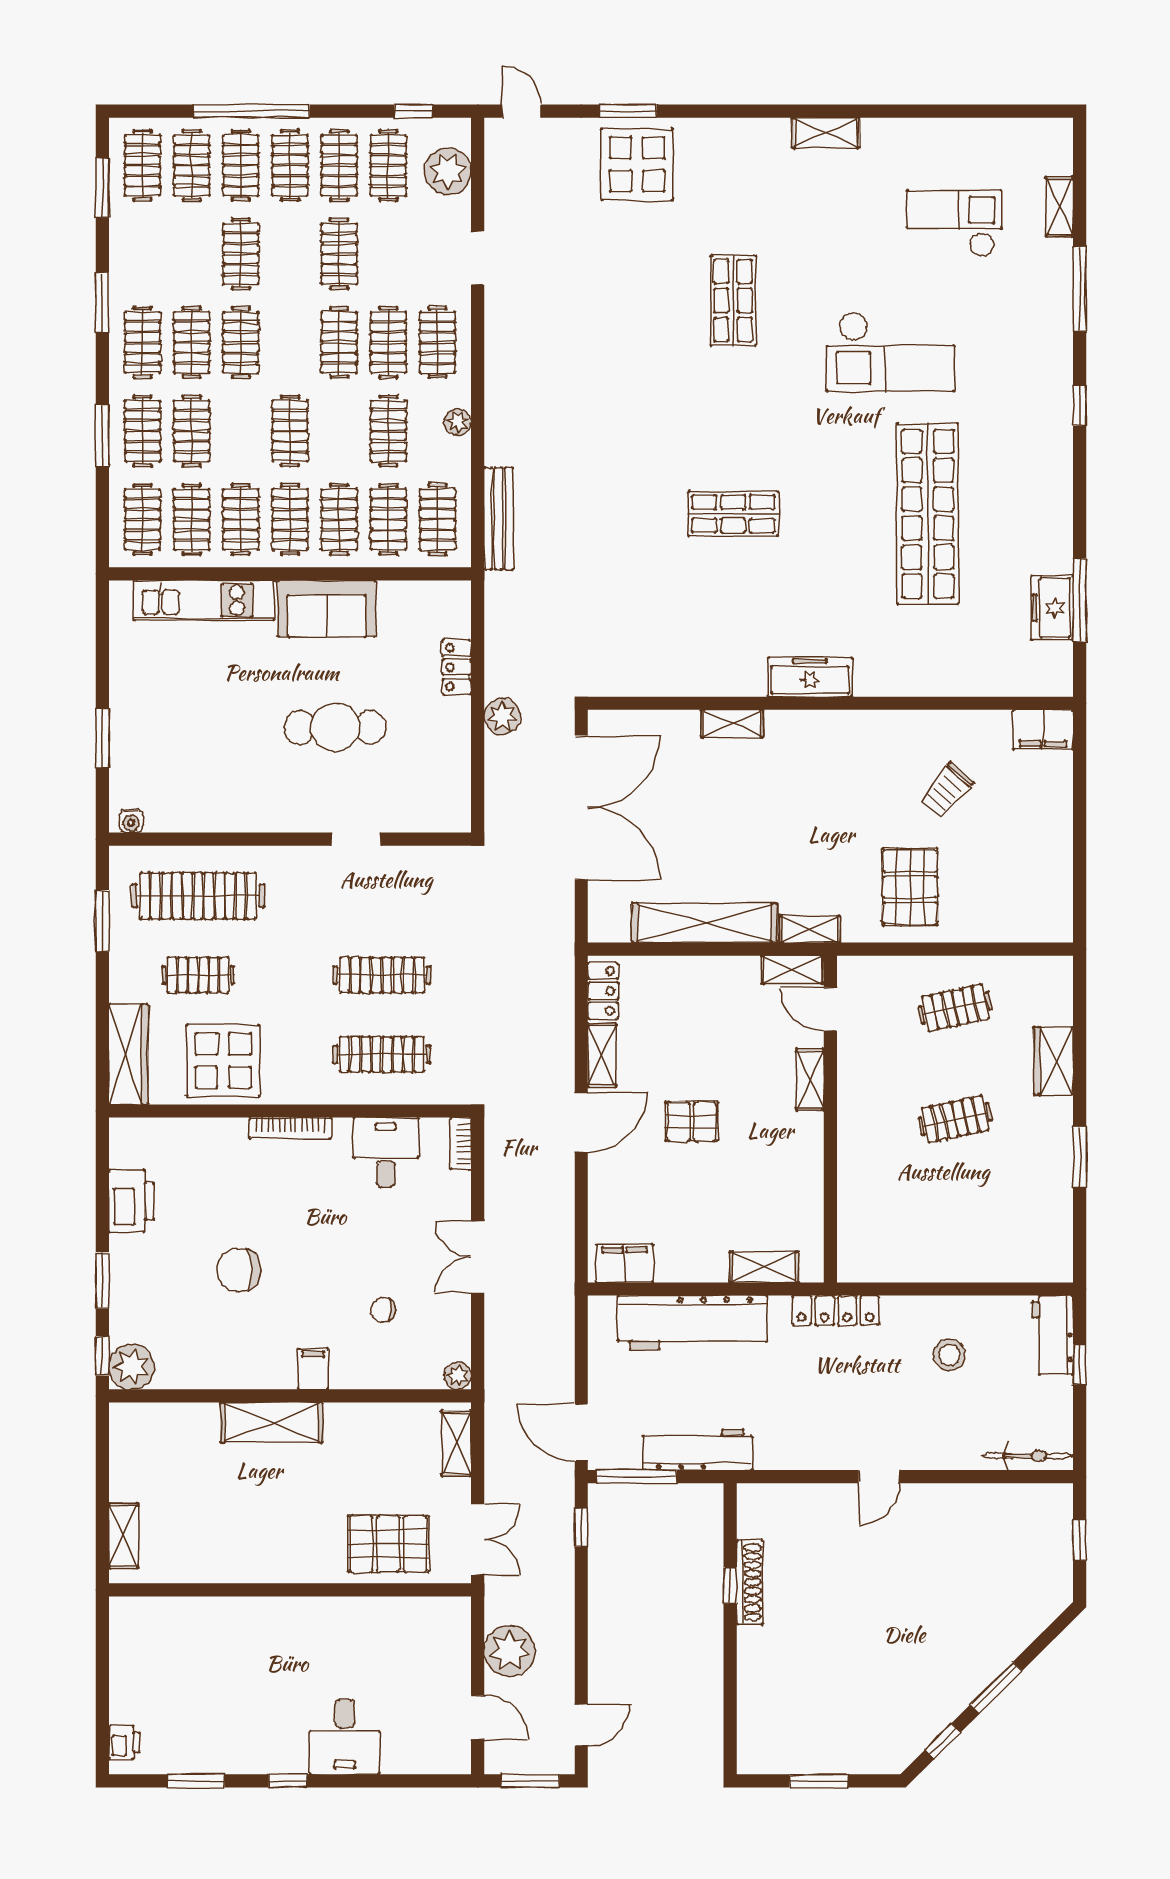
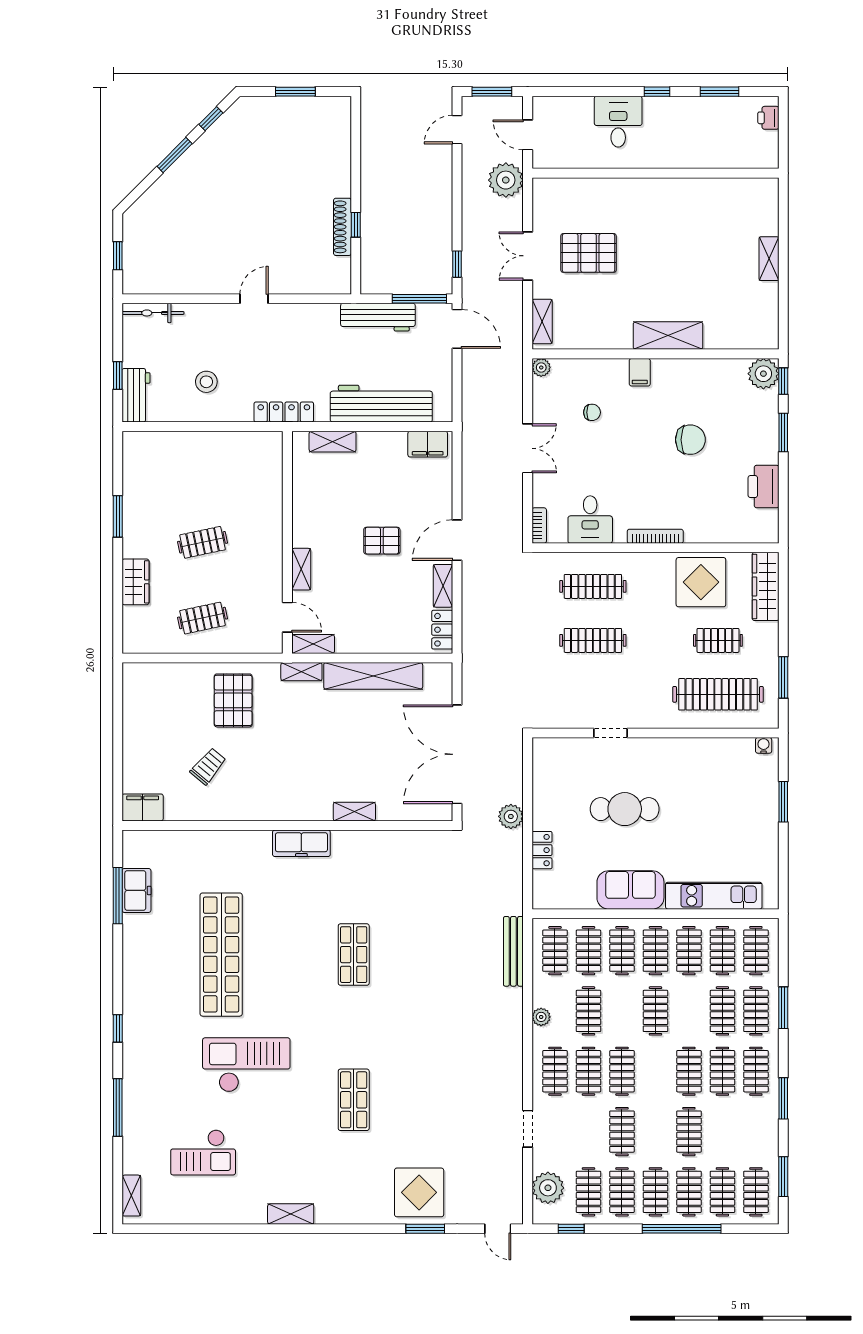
shelving: (1060, 207) -> (131, 1196), moved
shop shelf: (733, 514) -> (354, 955), turned 90
wall: (290, 1590) -> (655, 173), moved

